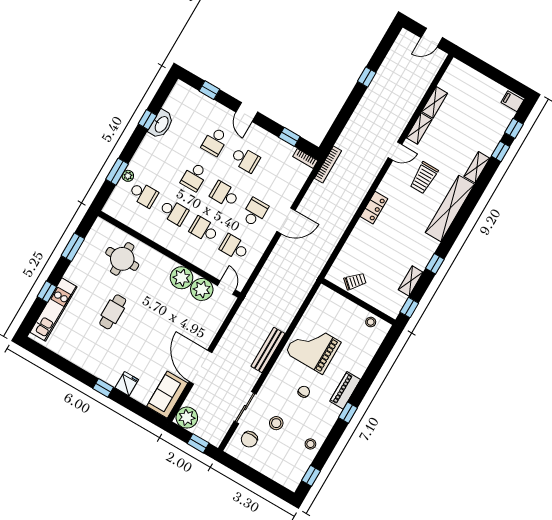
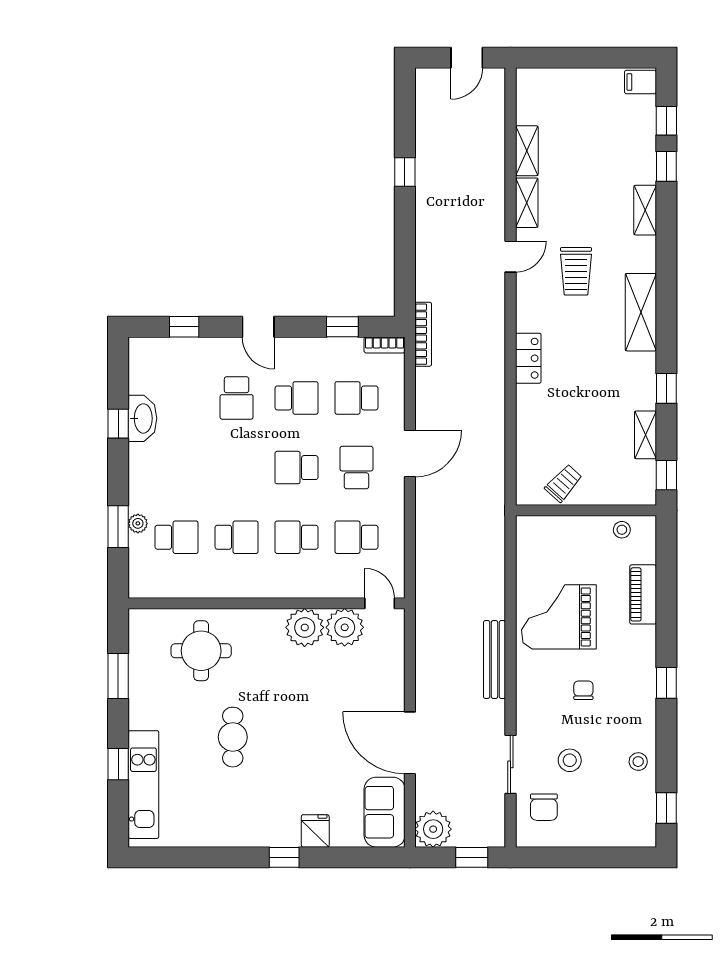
school desk: (194, 177) -> (356, 398), moved, turned 90
shelving: (450, 208) -> (641, 312), width x0.68
piano: (345, 390) -> (643, 594), moved

